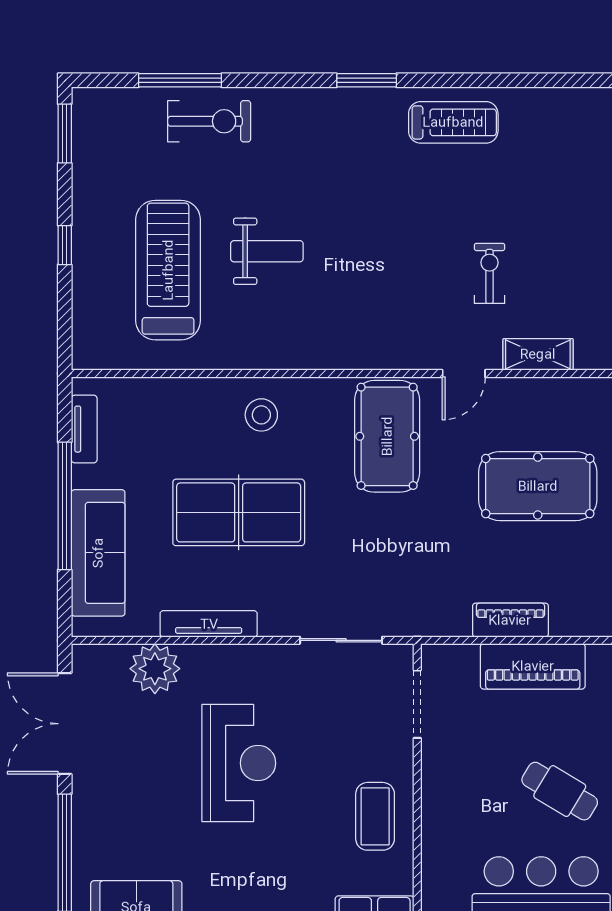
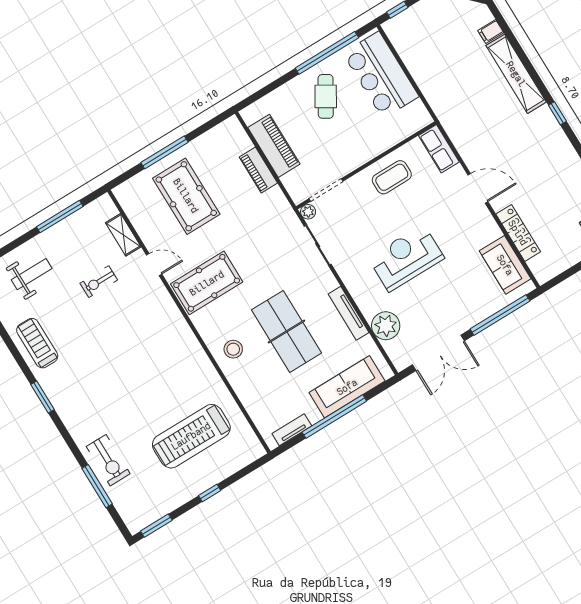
exercise bike: (209, 121) -> (108, 460), turned 180
weight bench: (267, 251) -> (32, 274), moved, turned 90
plant: (401, 657) -> (308, 212), added

